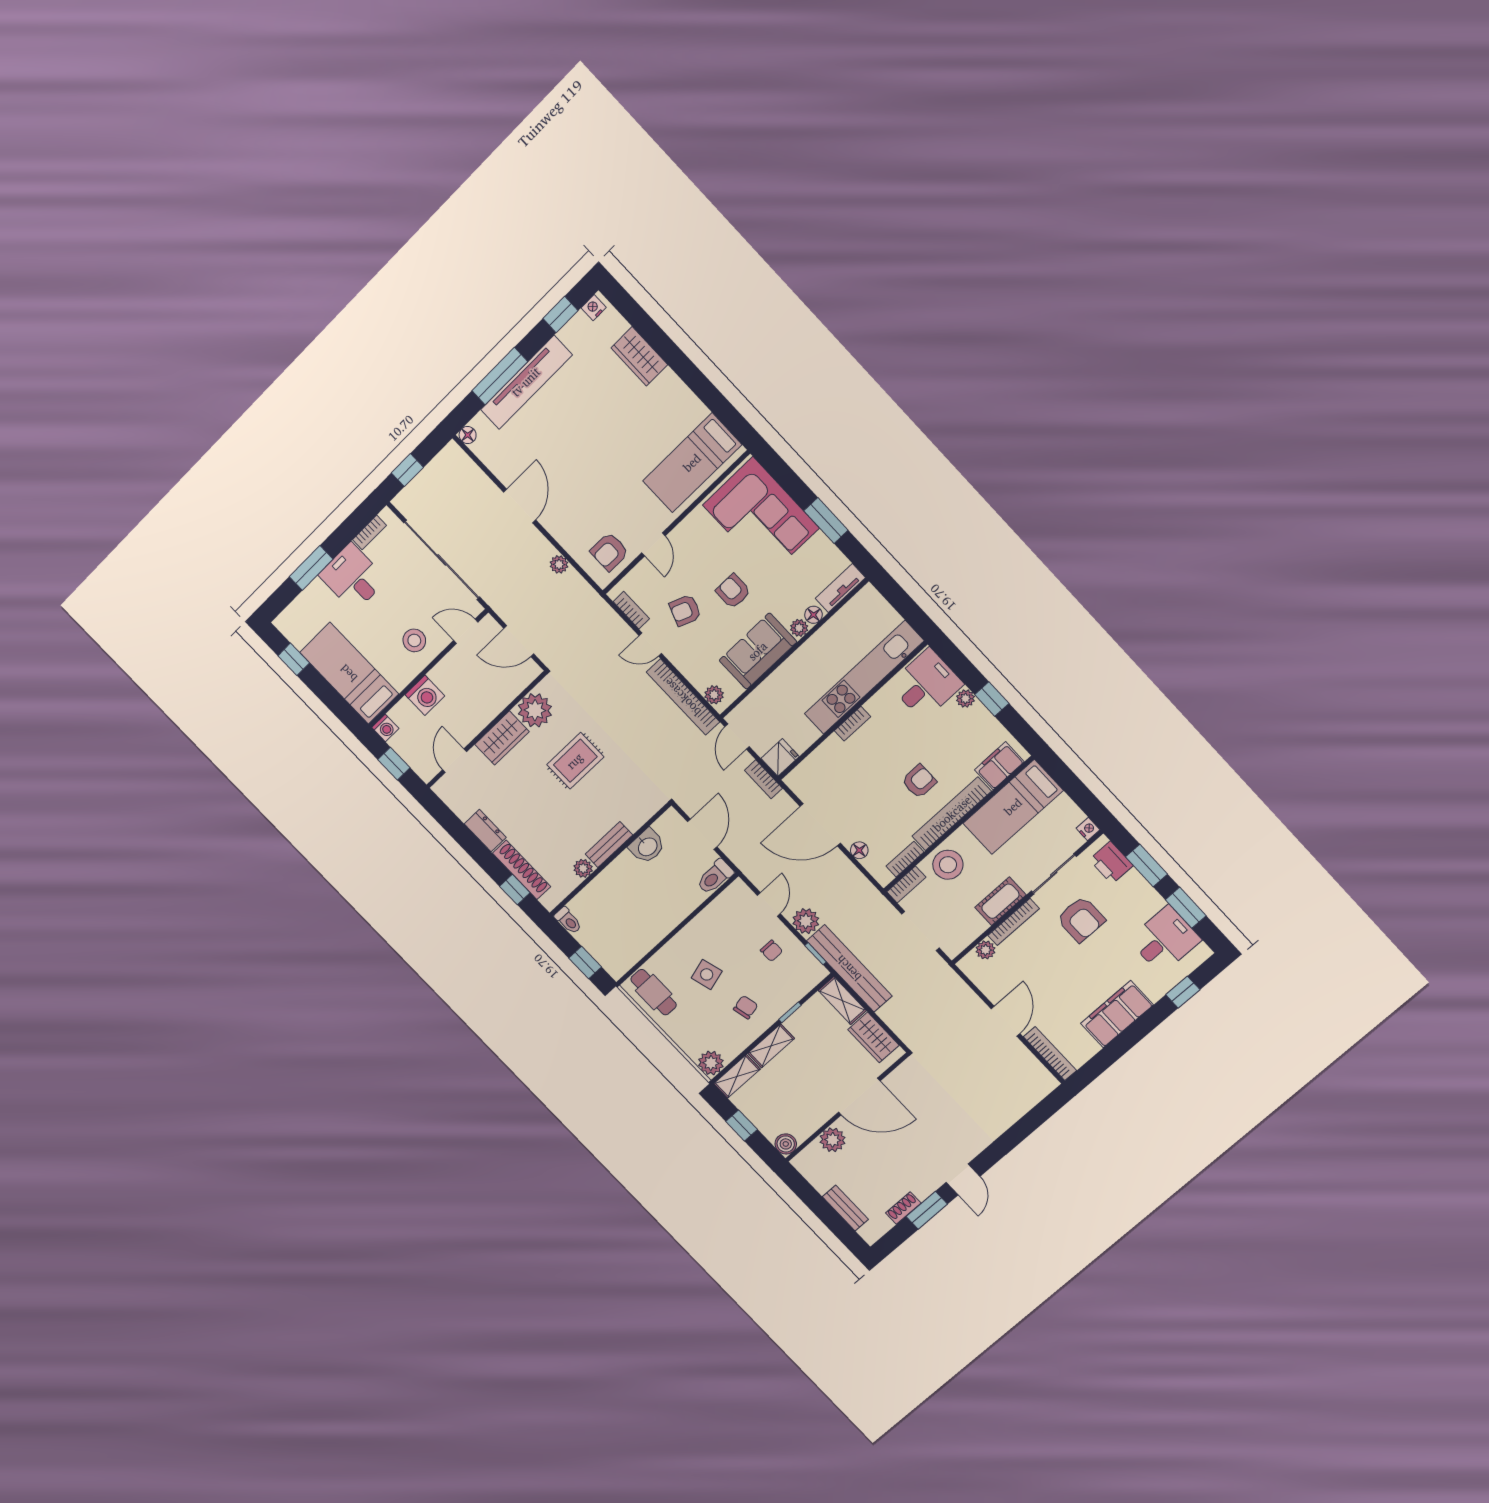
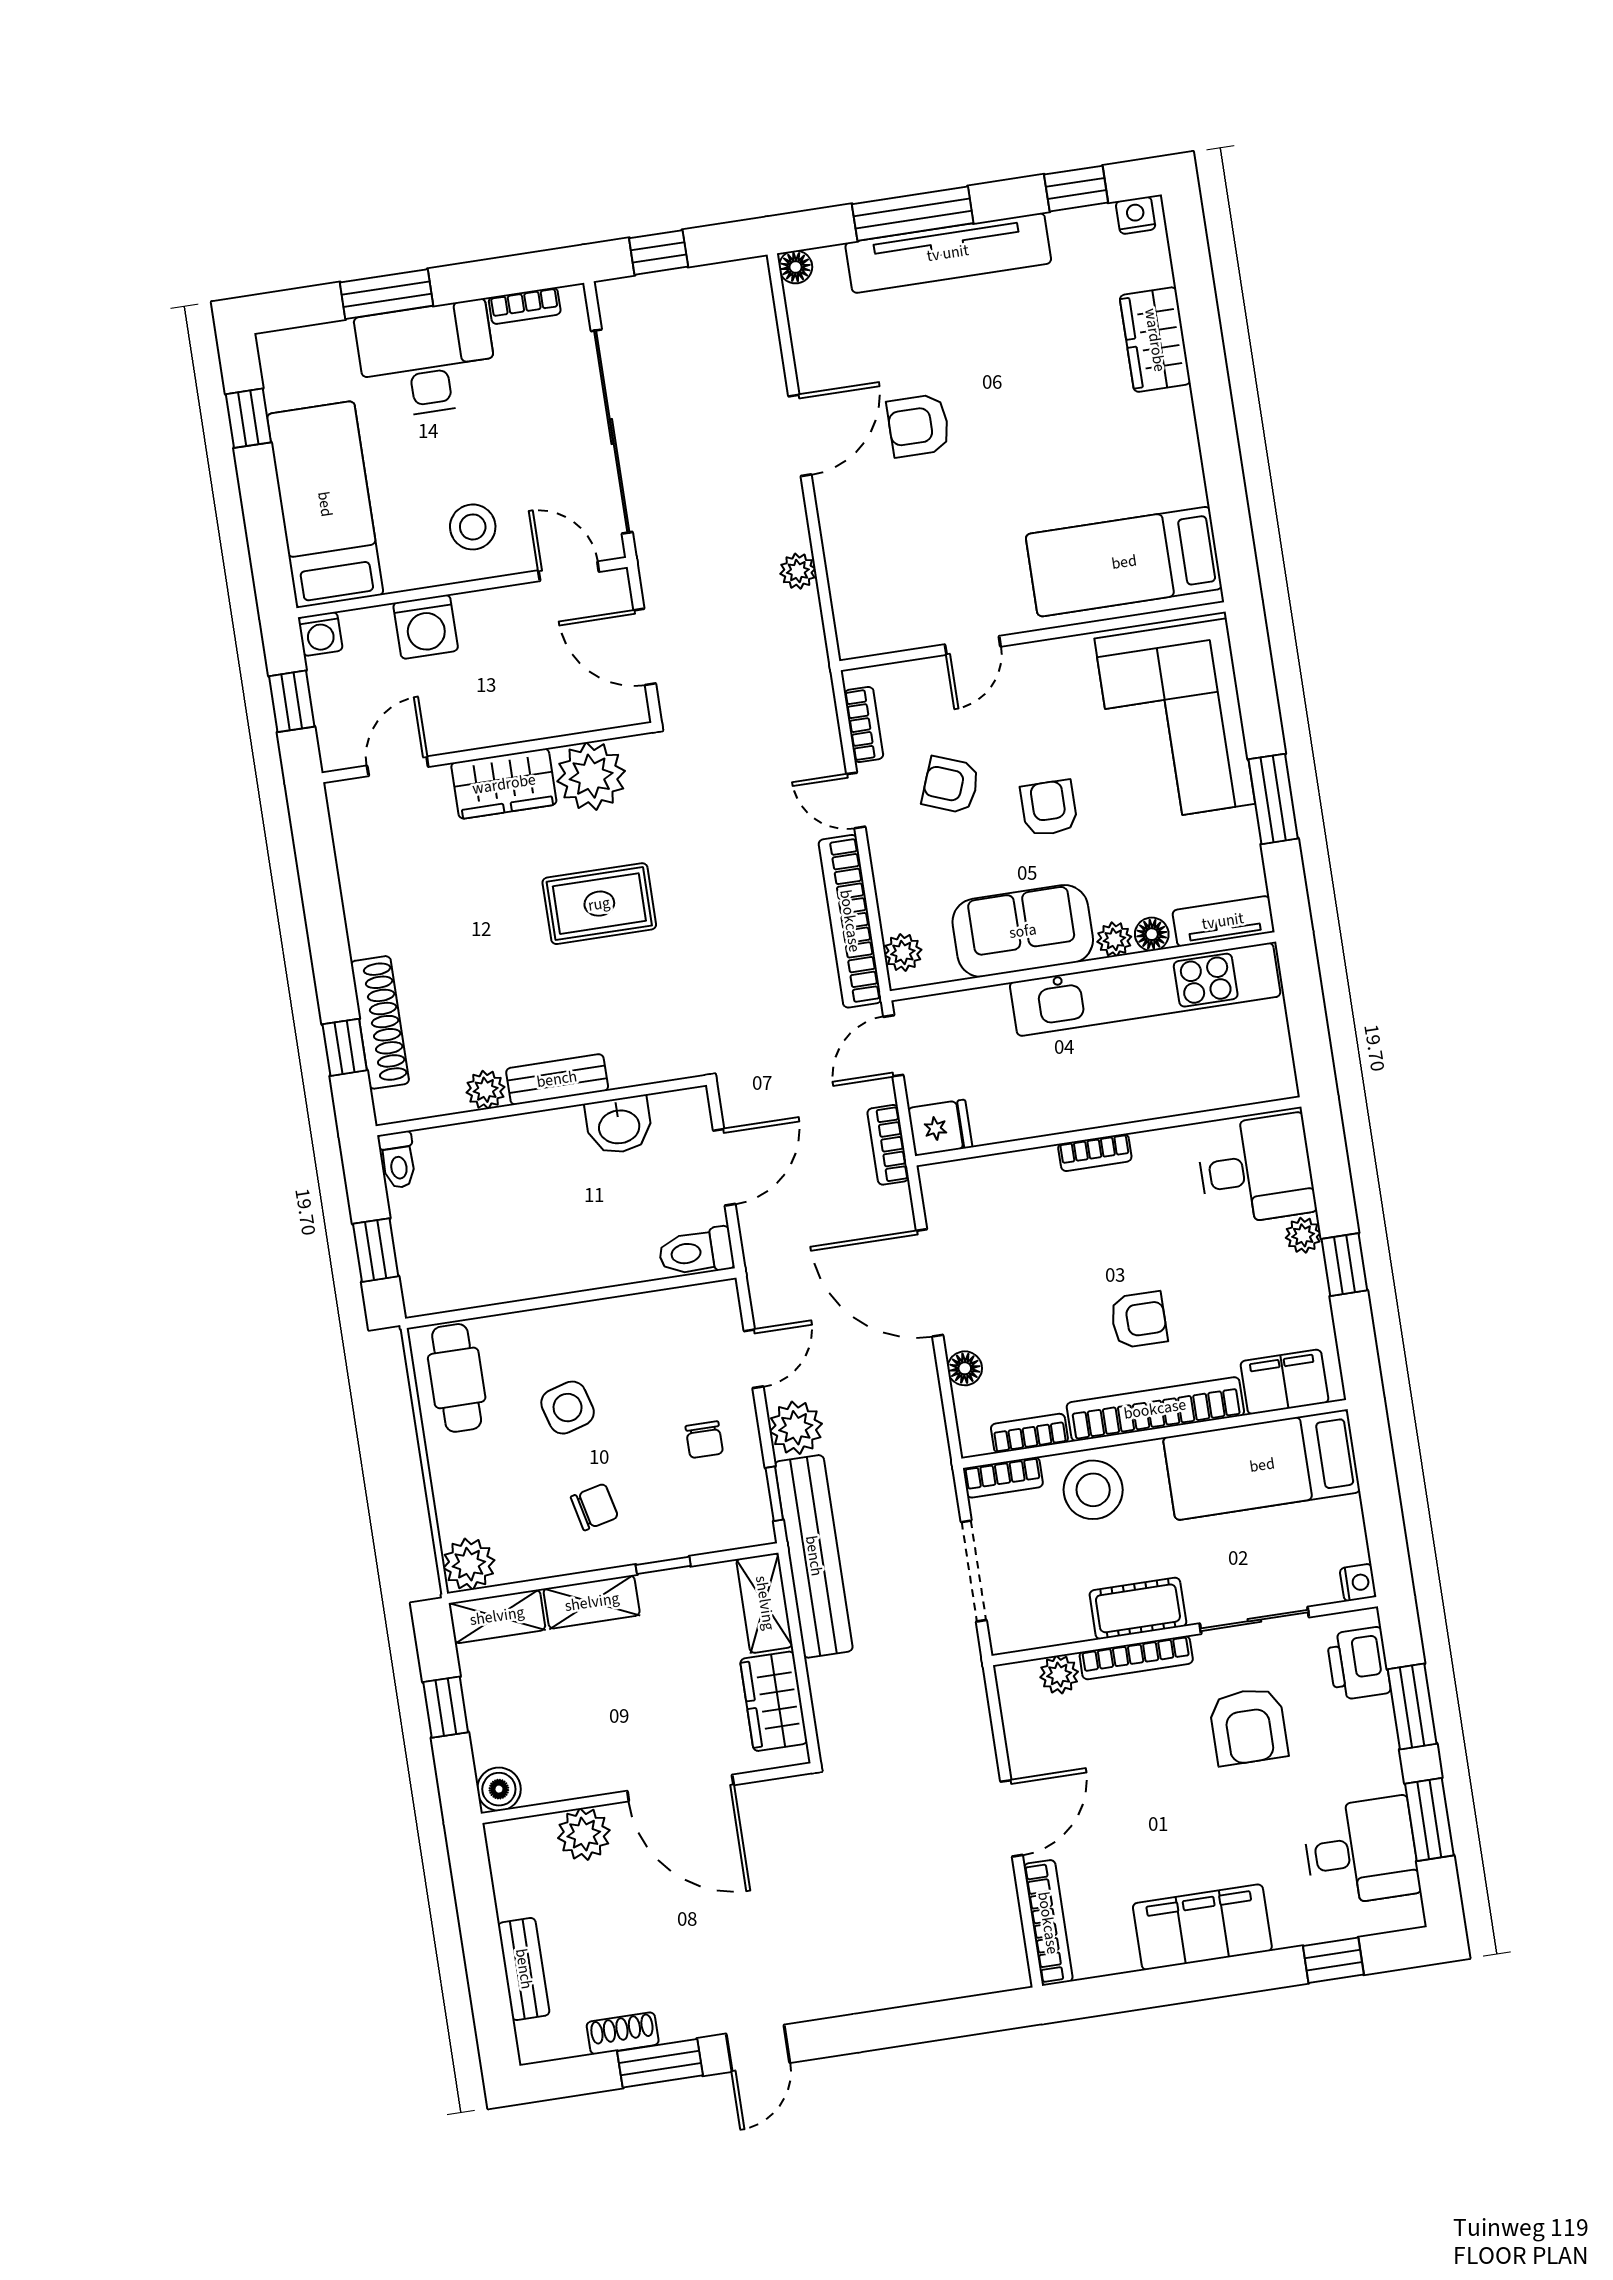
armchair: (609, 552) -> (918, 426), moved
desk: (353, 577) -> (427, 360), width x1.37
kitchen unit: (864, 677) -> (1145, 989), moved, turned 180
dresser: (485, 831) -> (366, 916), removed

